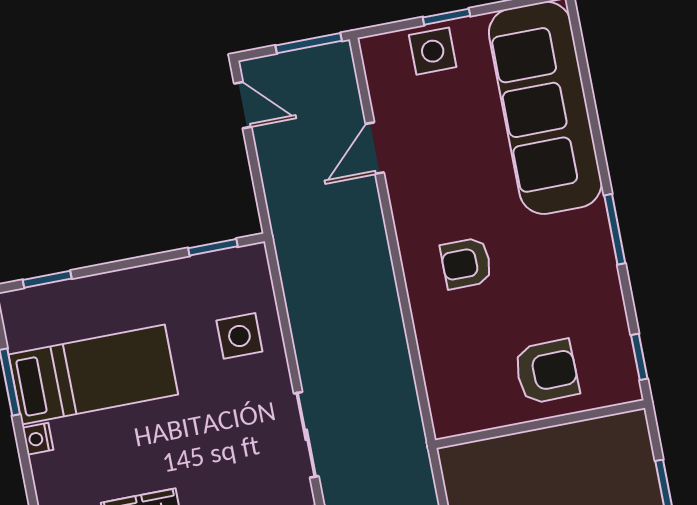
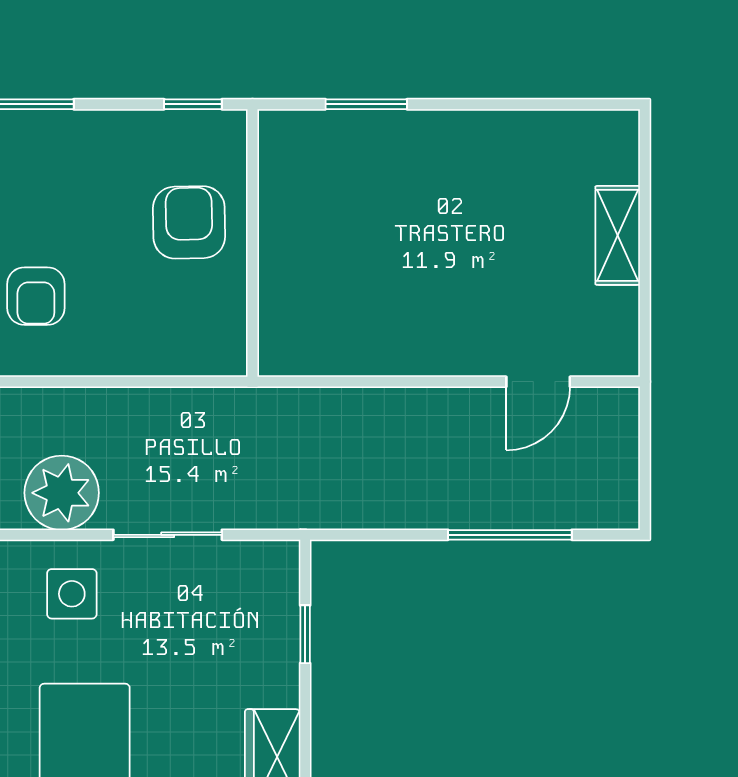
plant: (317, 313) -> (62, 493), added
sliding door: (306, 435) -> (168, 535), moved

